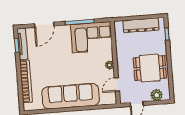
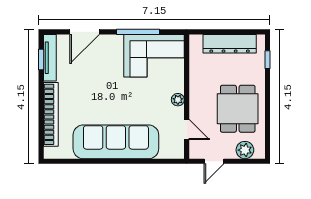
dining table: (150, 68) -> (238, 109), turned 90
door: (117, 84) -> (187, 130), swing flipped

